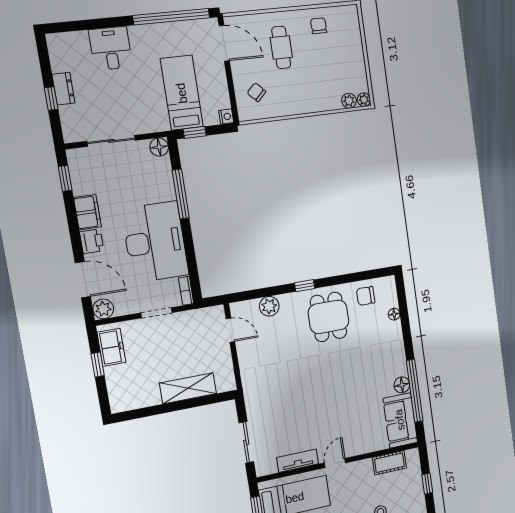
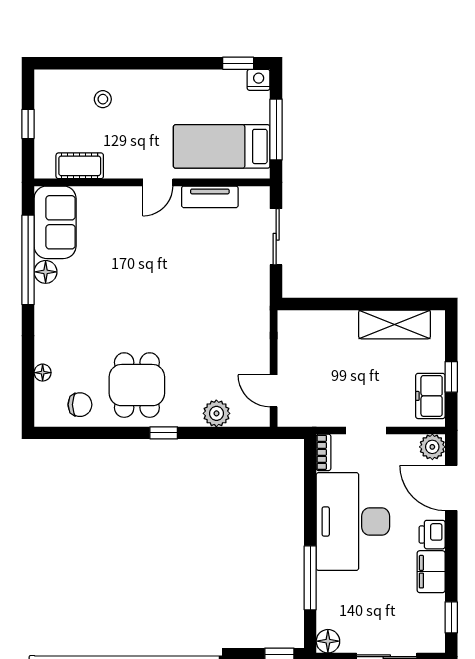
shelving: (188, 388) -> (395, 324), moved

